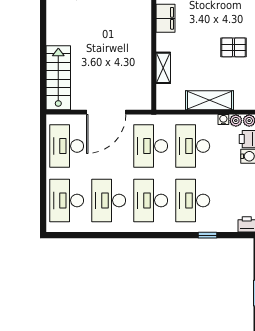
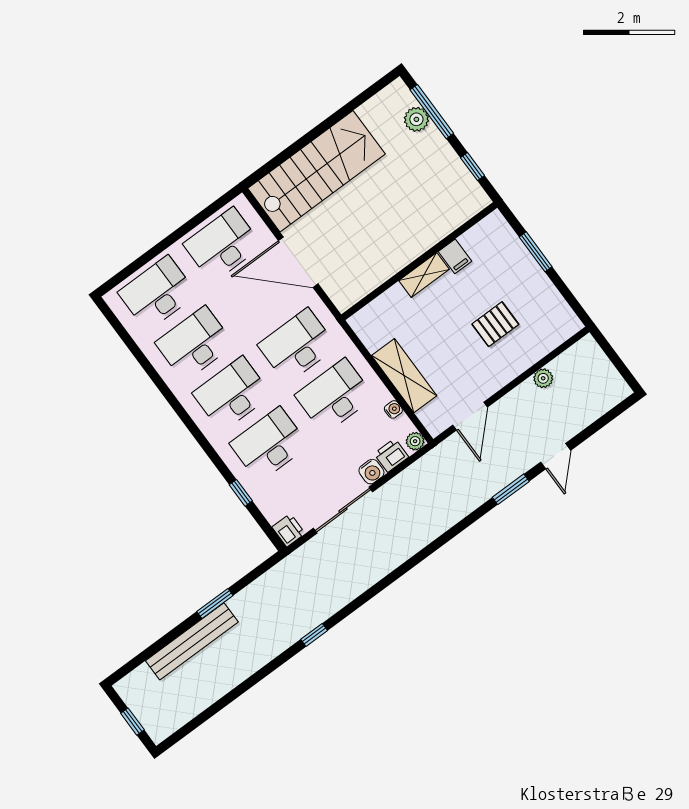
filing cabinet: (165, 18) -> (455, 256), width x0.50
pallet: (234, 47) -> (495, 324), moved, turned 90
shelving: (163, 68) -> (424, 275), moved
stairs: (58, 78) -> (317, 171), width x1.36, depth x1.51
plant: (236, 121) -> (403, 425), removed

